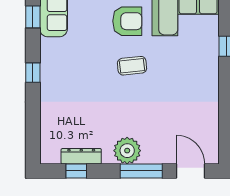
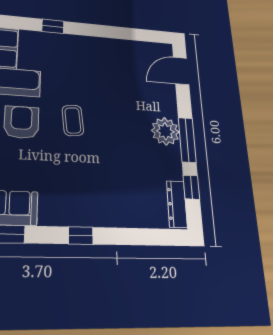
dresser: (81, 156) -> (177, 204), moved
window: (141, 171) -> (187, 140), moved

